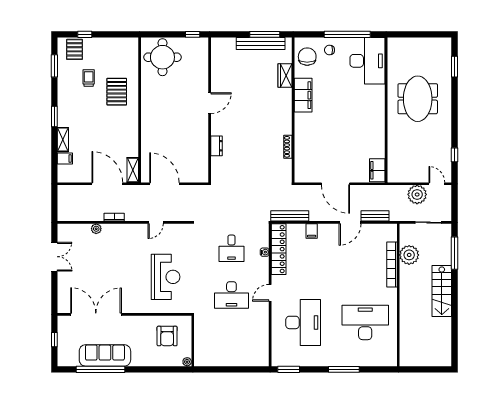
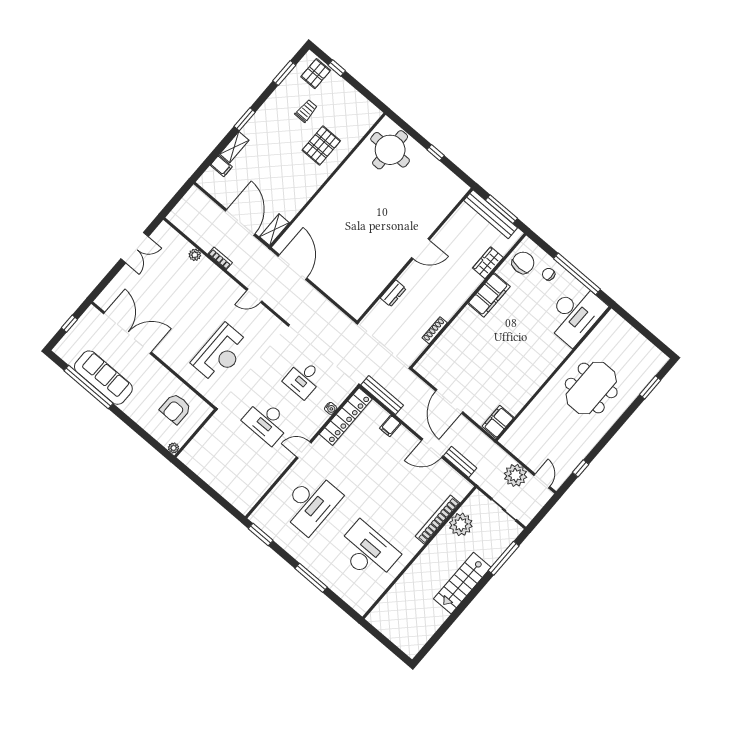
door: (210, 103) -> (421, 249), moved
wall: (210, 110) -> (415, 255), moved
dresser: (217, 146) -> (393, 293), moved

